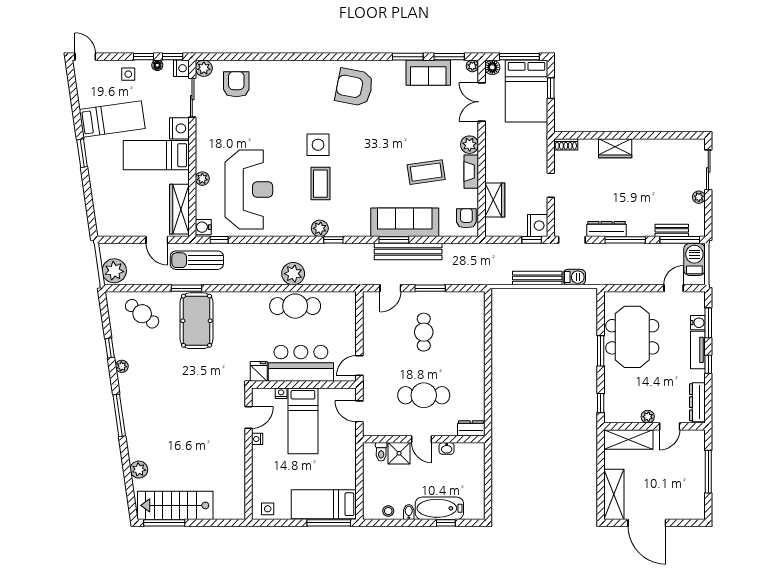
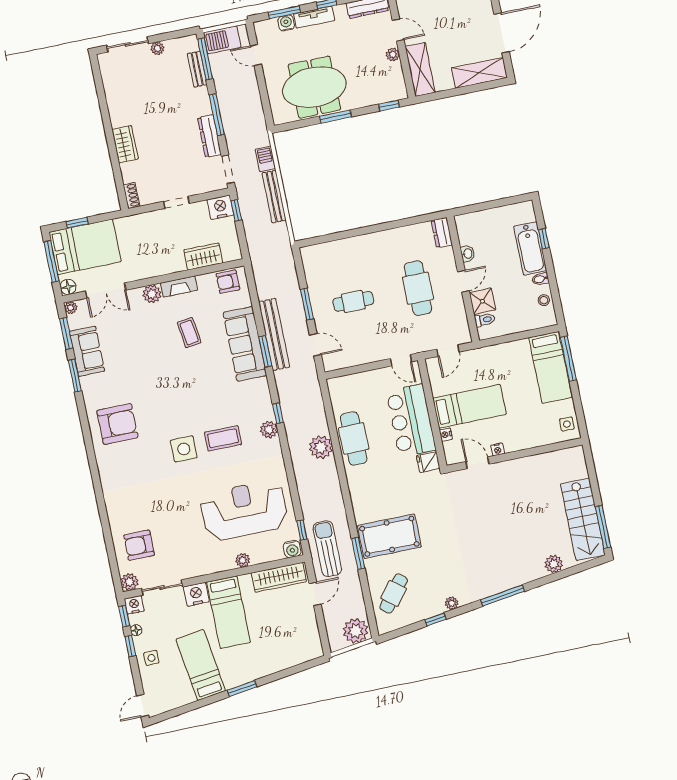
armchair: (354, 87) -> (117, 424), turned -101
coffee table: (426, 172) -> (189, 333), width x0.73, depth x0.77
sun lounger: (197, 260) -> (327, 549), turned 180

